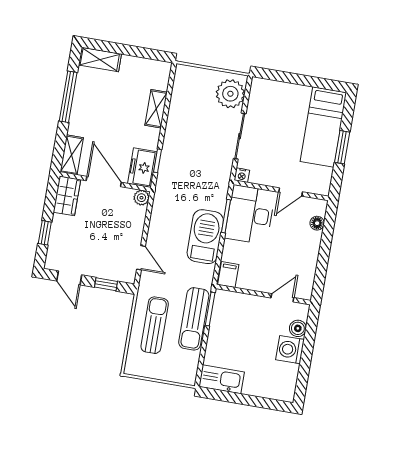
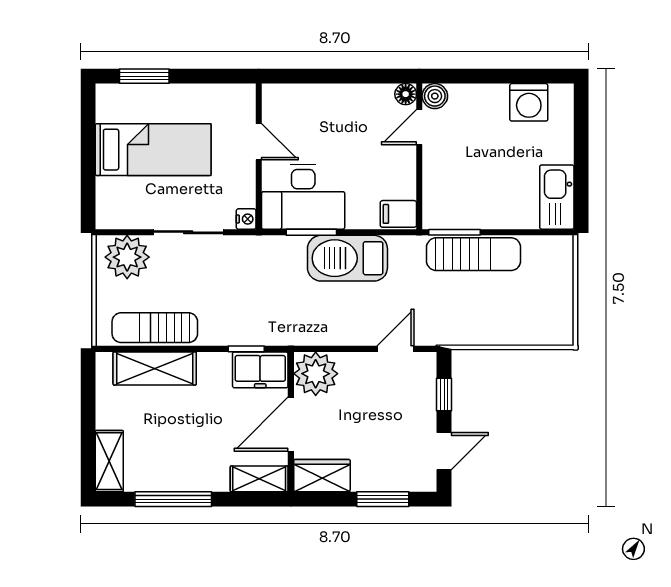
shelving: (156, 109) -> (155, 368), width x1.50, depth x1.33
bed: (323, 127) -> (153, 150), moved
window: (342, 147) -> (144, 76), moved
plant: (141, 198) -> (316, 374), width x1.88, depth x1.88
floor lamp: (317, 223) -> (406, 94), moved
window: (45, 233) -> (383, 499), width x1.50
door: (282, 298) -> (419, 127), hinge flipped
sun lounger: (155, 325) -> (155, 328), moved
boiler: (298, 328) -> (435, 96), moved
washing machine: (290, 350) -> (529, 102), moved

